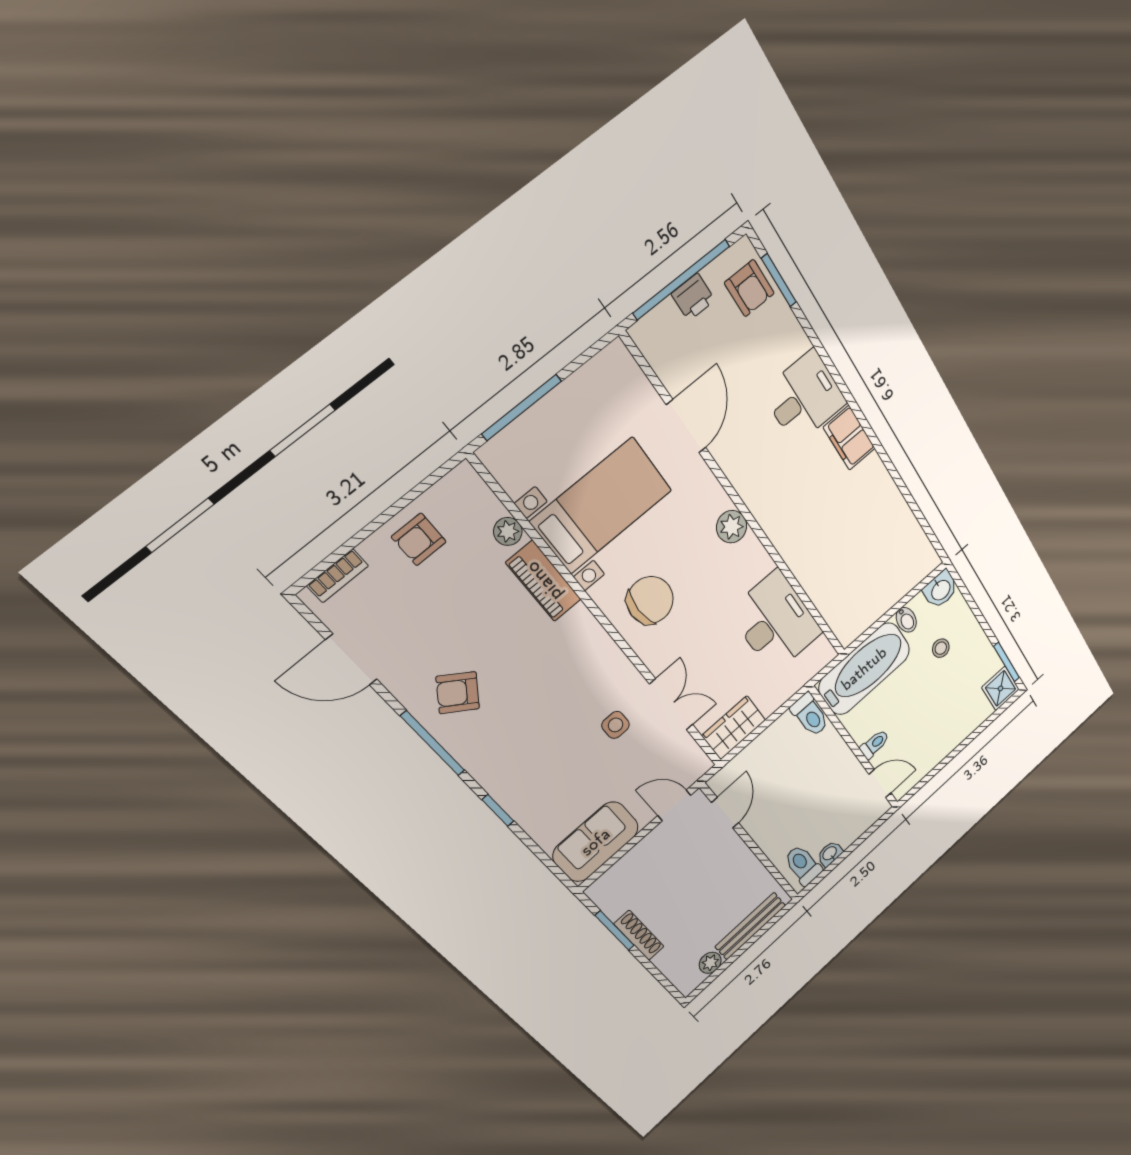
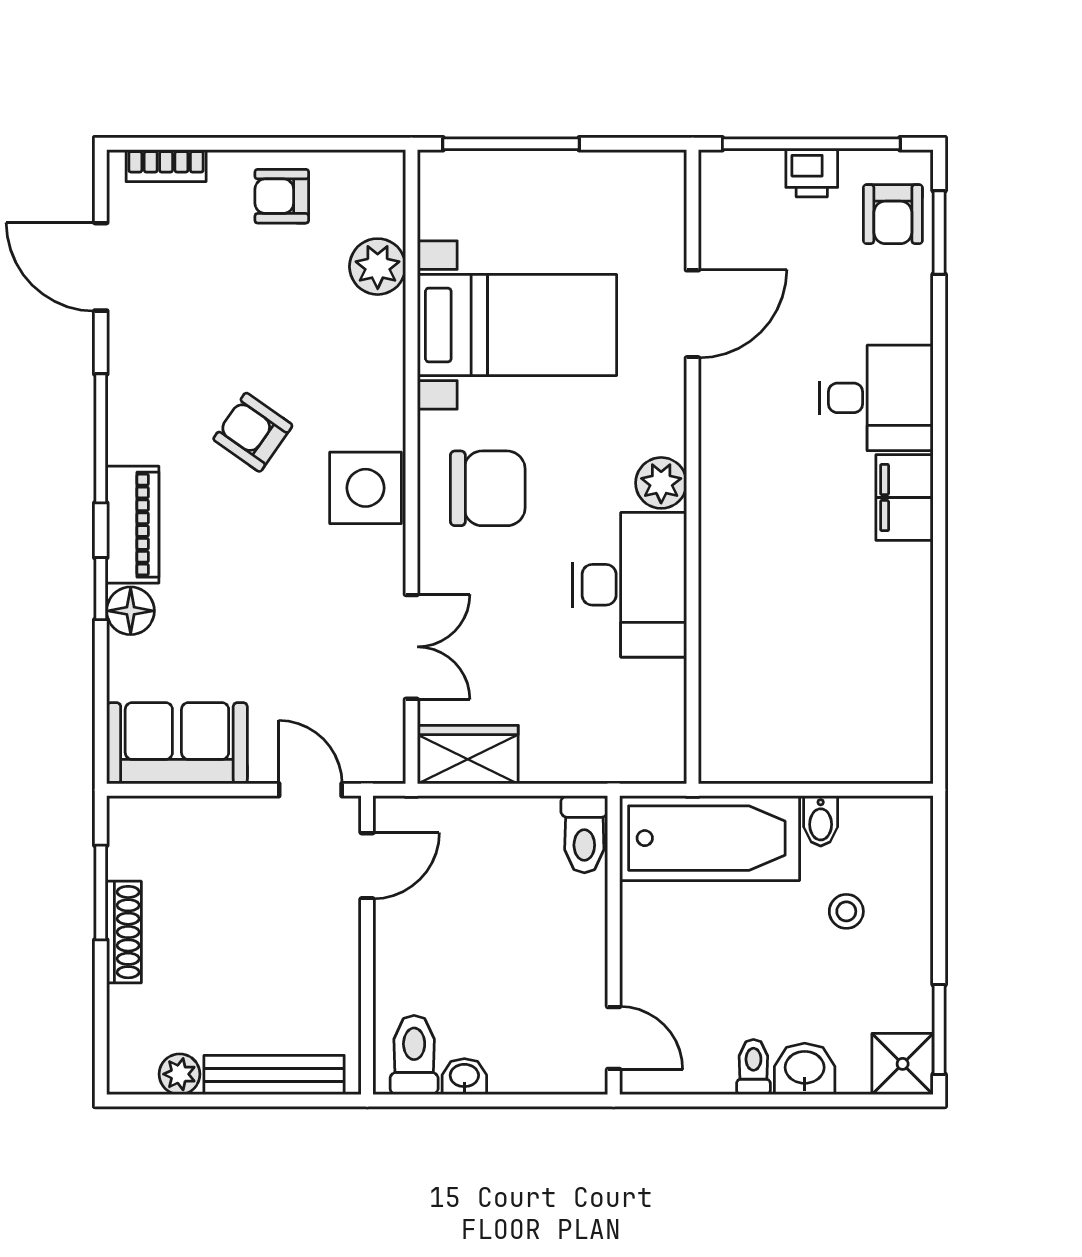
plant: (508, 531) -> (378, 267), width x1.38, depth x1.38
piano: (544, 581) -> (133, 525), moved, turned 180
washbasin: (940, 590) -> (805, 1069), moved, turned 180
desk: (776, 622) -> (630, 585), moved
armchair: (458, 693) -> (253, 432), moved
side table: (616, 725) -> (365, 488), moved, width x1.87, depth x1.87
toilet: (874, 744) -> (753, 1067), moved, turned -90
floor lamp: (522, 807) -> (131, 611), added

